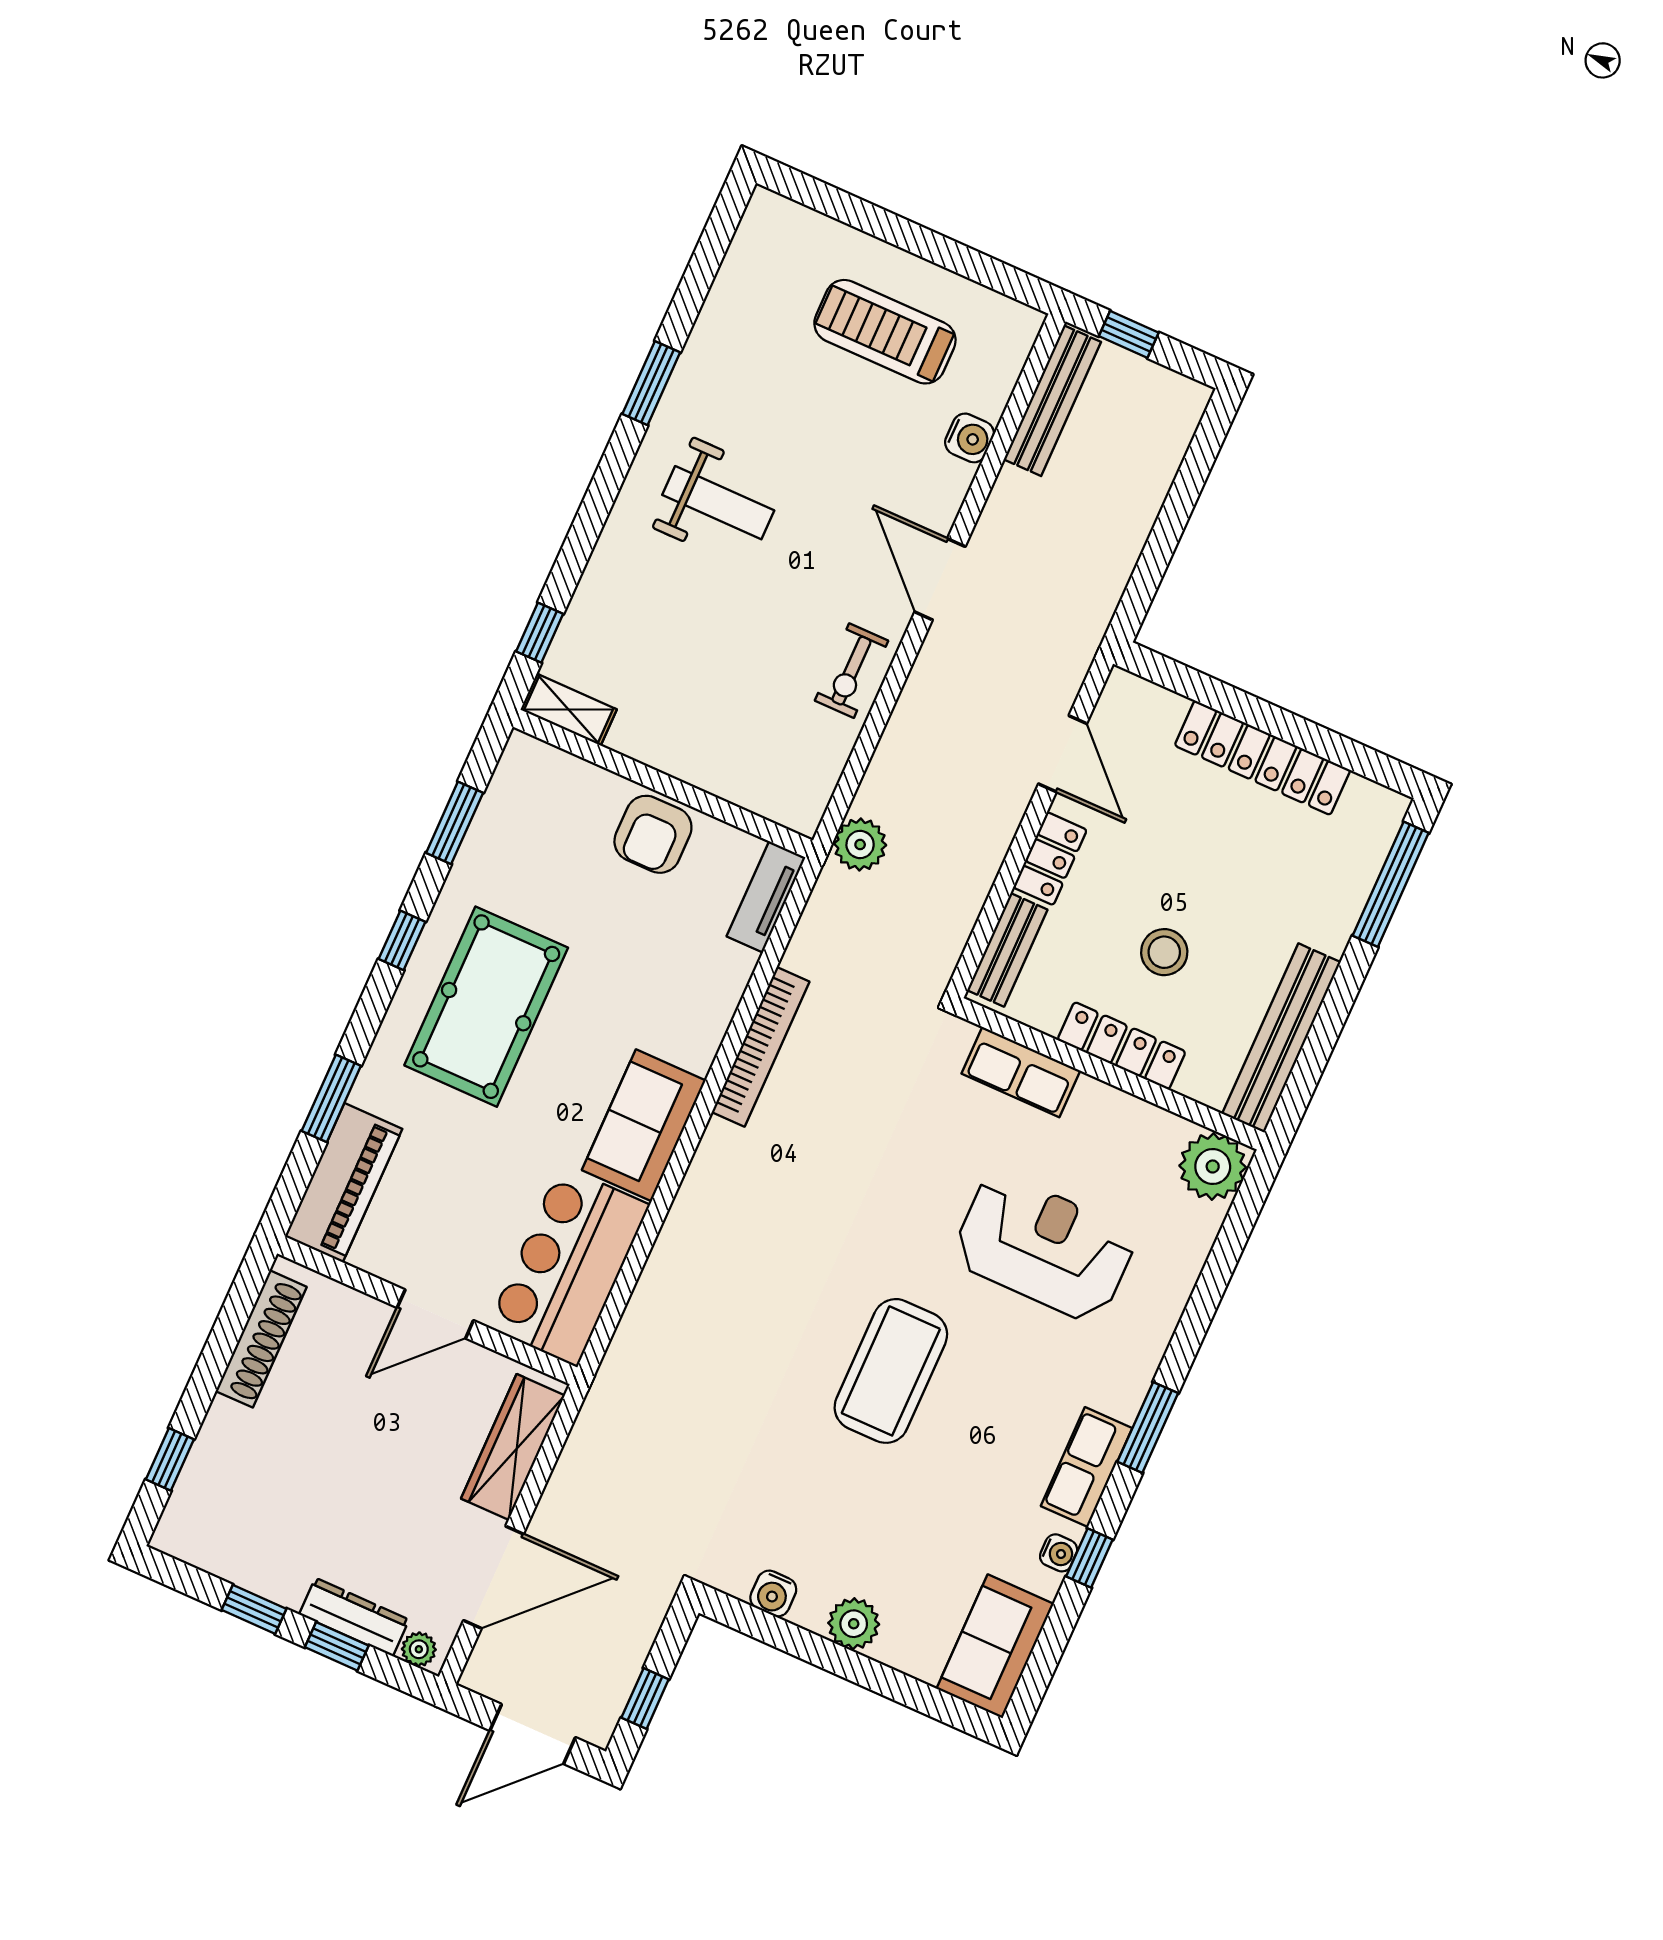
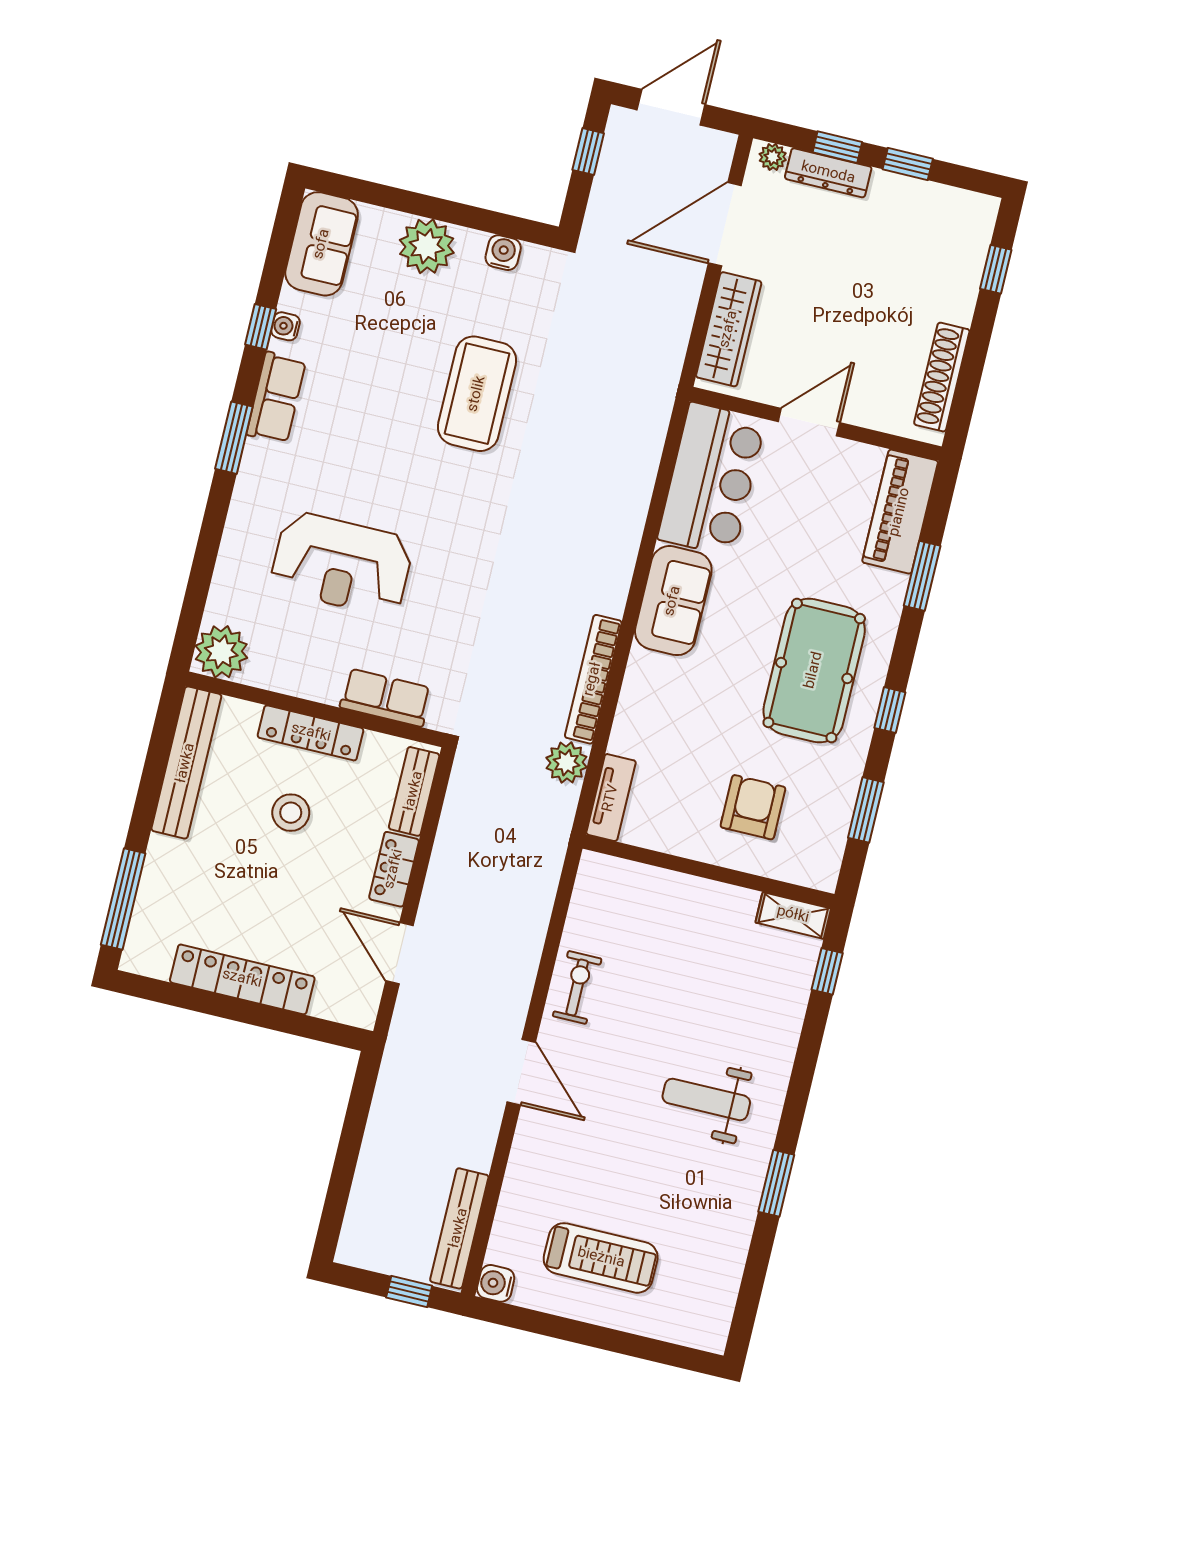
water cooler: (969, 438) -> (496, 1283), moved
armchair: (653, 834) -> (753, 807), moved
plant: (860, 844) -> (567, 763), moved
coffee table: (891, 1371) -> (477, 394), moved
plant: (854, 1624) -> (427, 246), width x1.36, depth x1.36

